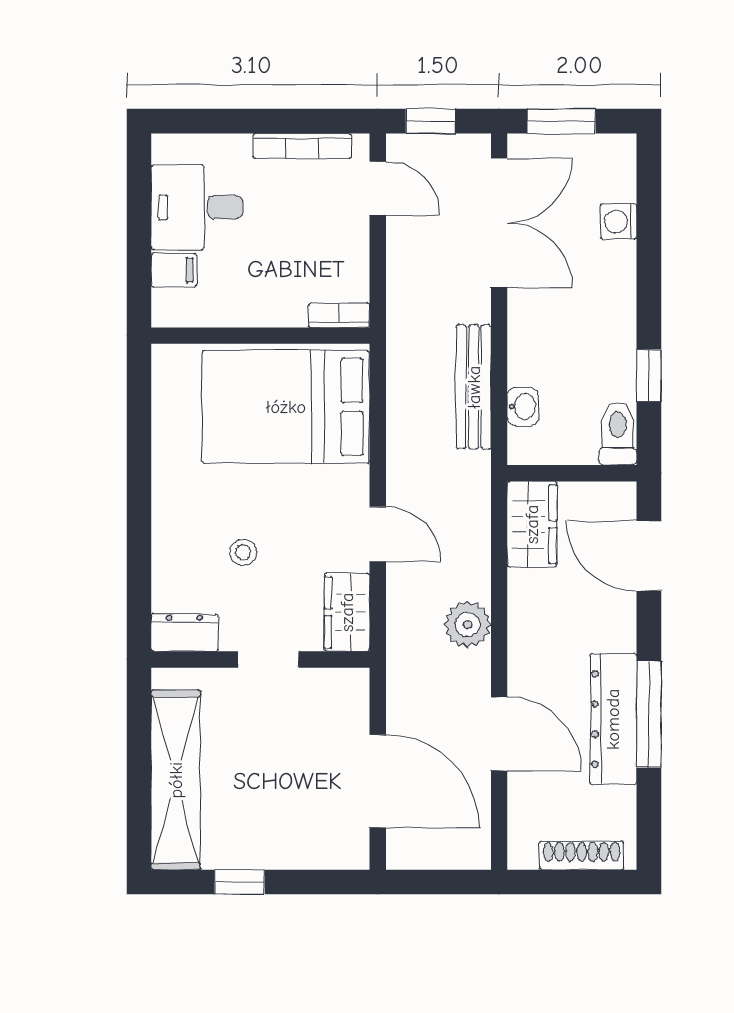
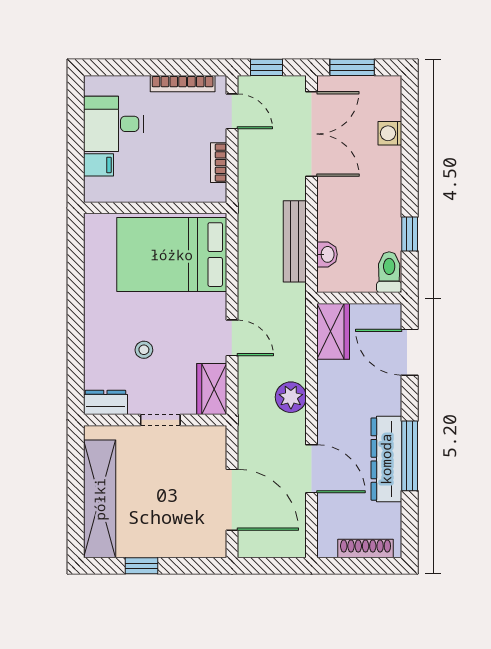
bookcase: (339, 315) -> (219, 163), moved, turned -90

